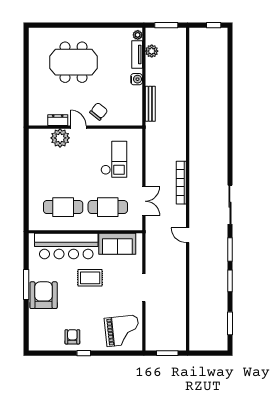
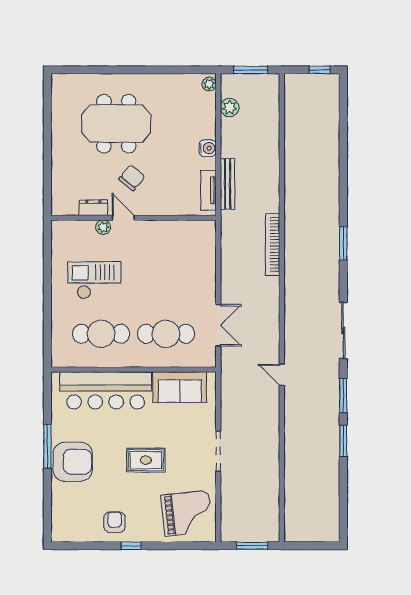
tv unit: (137, 54) -> (208, 190), moved
chair: (99, 111) -> (132, 178), moved
plant: (60, 138) -> (103, 227), width x0.53, depth x0.53
checkout: (114, 159) -> (94, 280), moved, turned -90
bookcase: (181, 183) -> (273, 245), moved
rug: (90, 278) -> (146, 460), moved
armchair: (44, 295) -> (73, 462), turned 90
window: (230, 323) -> (343, 243), moved

